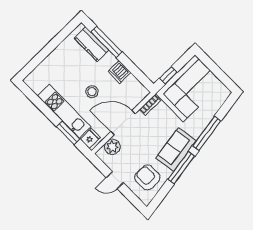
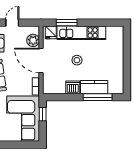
kitchen counter: (91, 44) -> (94, 87), moved
door: (123, 123) -> (41, 60), swing flipped

